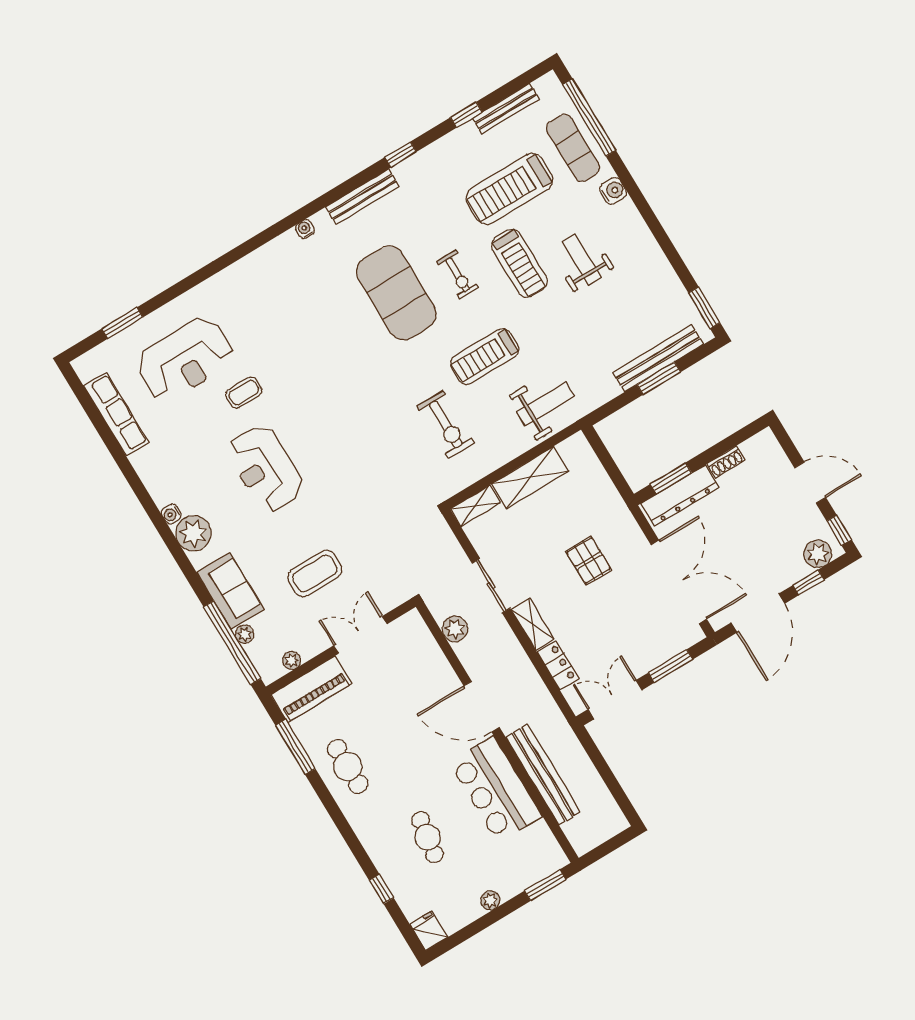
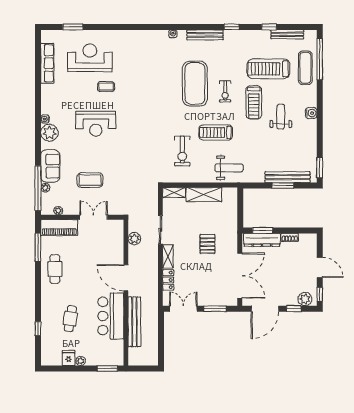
water cooler: (613, 191) -> (311, 113), moved
reception desk: (185, 359) -> (90, 58), turned 180
reception desk: (265, 468) -> (96, 124), turned -90
fridge: (429, 931) -> (69, 358), moved

